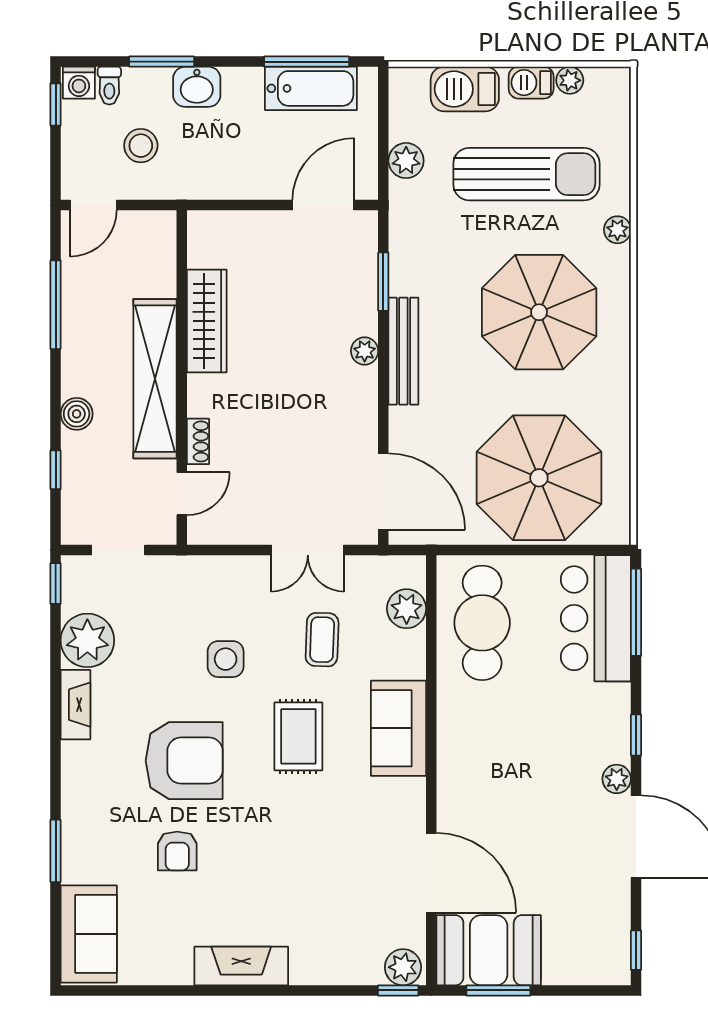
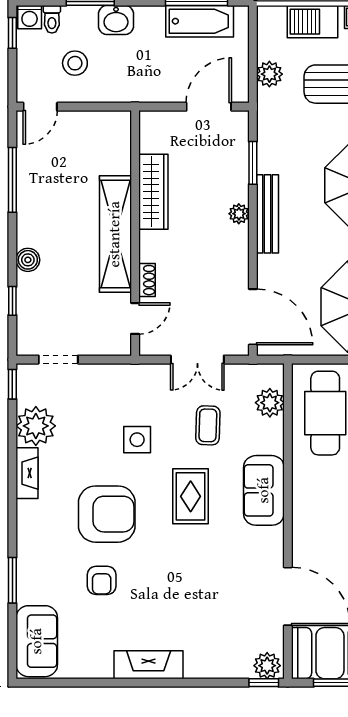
wardrobe: (207, 321) -> (153, 192), moved
wall: (182, 377) -> (135, 233), moved
shelving: (155, 379) -> (115, 234), moved
shoe rack: (198, 441) -> (147, 280), moved
door: (182, 494) -> (135, 318), moved

